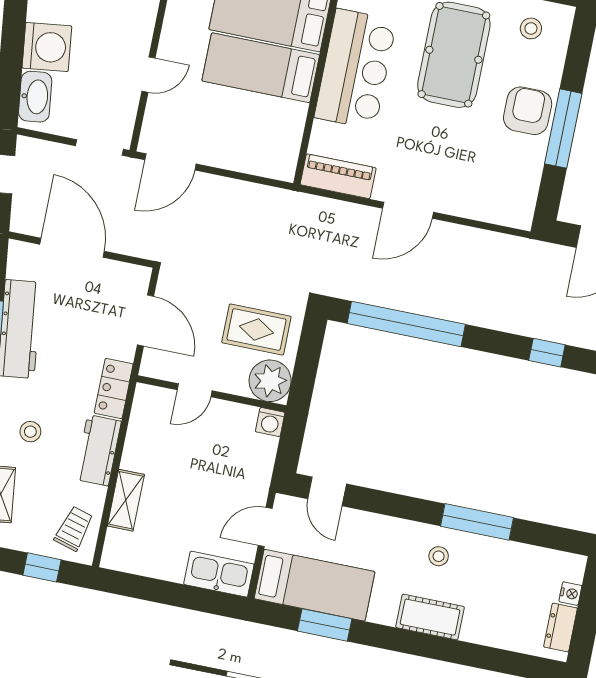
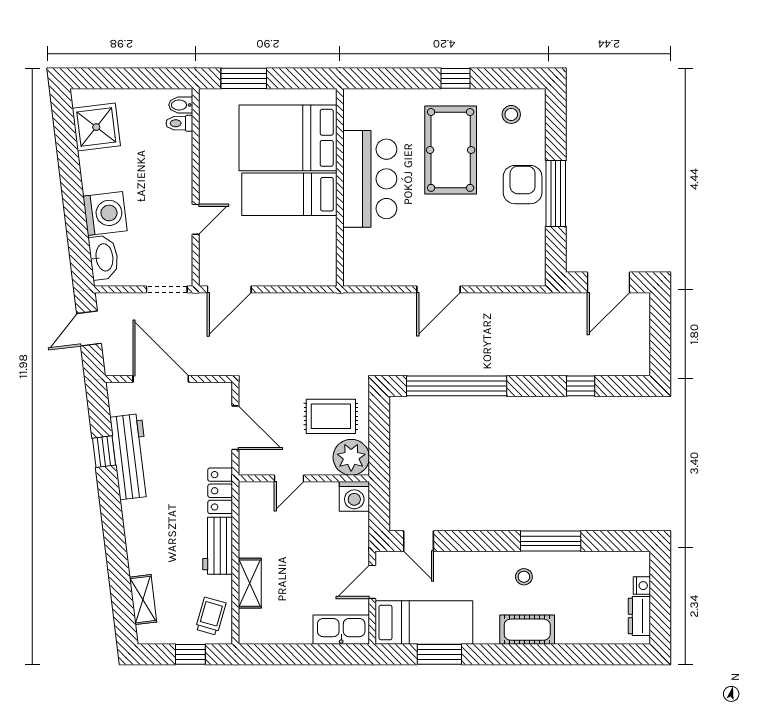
piano: (338, 176) -> (374, 273), removed
washing machine: (270, 422) -> (354, 496), width x1.38, depth x1.38
stool: (30, 432) -> (157, 542), removed

